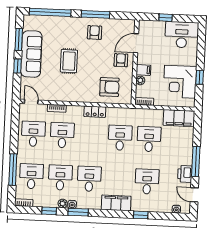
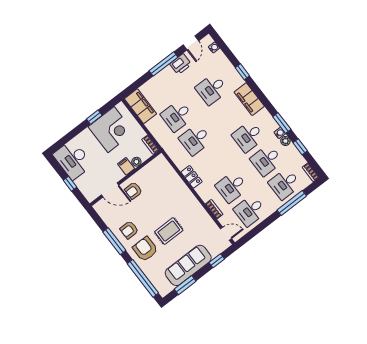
window: (18, 66) -> (217, 261), moved
armchair: (109, 87) -> (145, 249), moved
door: (31, 102) -> (226, 234), swing flipped

